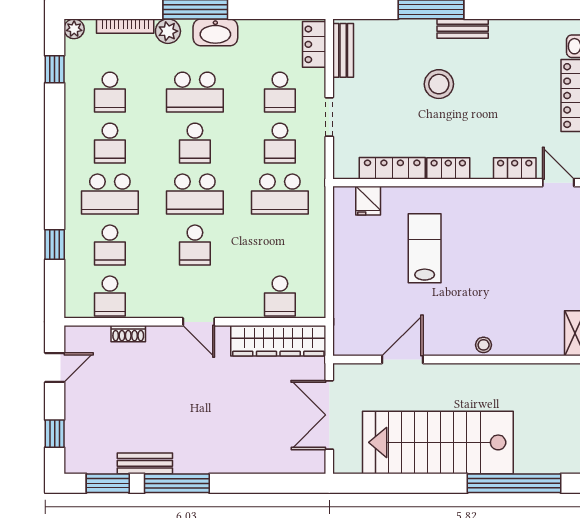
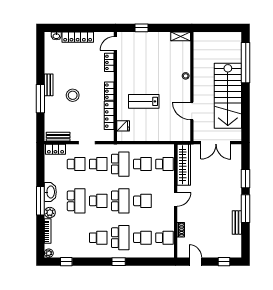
school desk: (110, 92) -> (142, 164), moved
window: (55, 244) -> (119, 262), moved
window: (108, 483) -> (246, 179), moved

